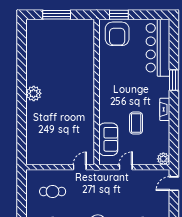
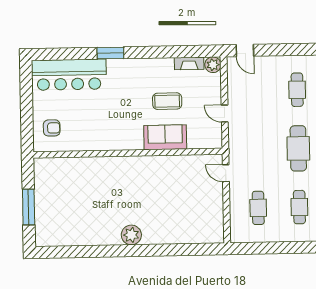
window: (119, 15) -> (27, 126), removed
armchair: (117, 34) -> (52, 128), width x0.53, depth x0.53
fireplace: (165, 109) -> (189, 63), moved
sofa: (108, 139) -> (165, 137), moved

